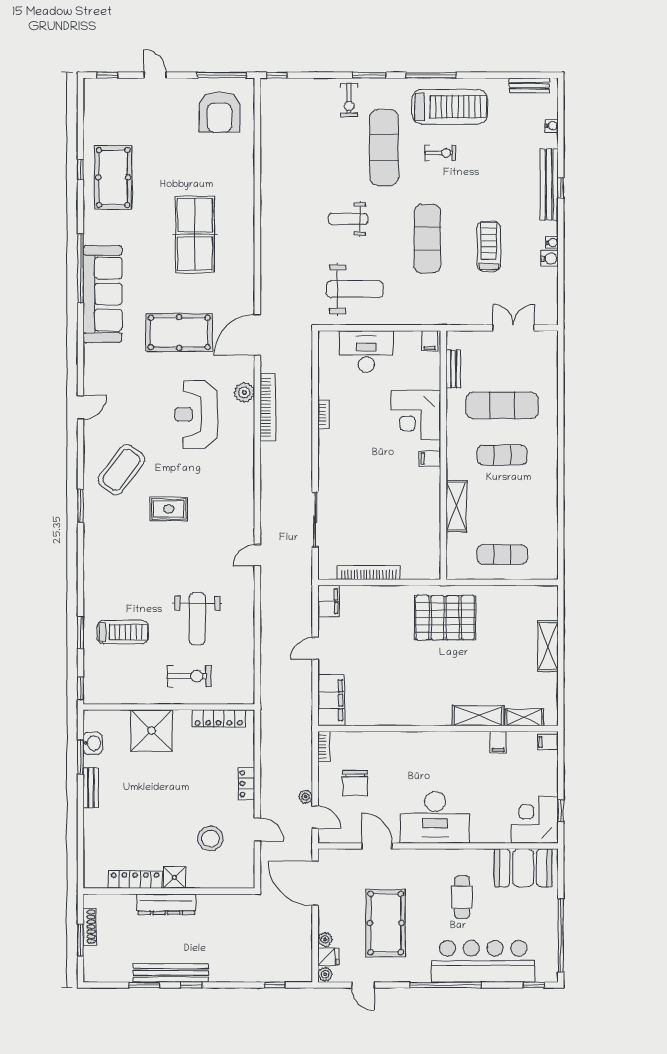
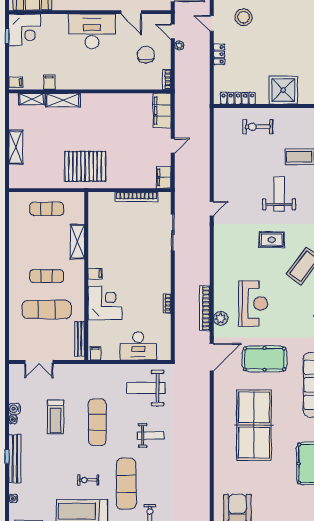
table tennis table: (195, 234) -> (254, 425), width x1.36, depth x1.32
bench: (453, 369) -> (80, 339), width x1.36
weight bench: (197, 619) -> (279, 194), moved

